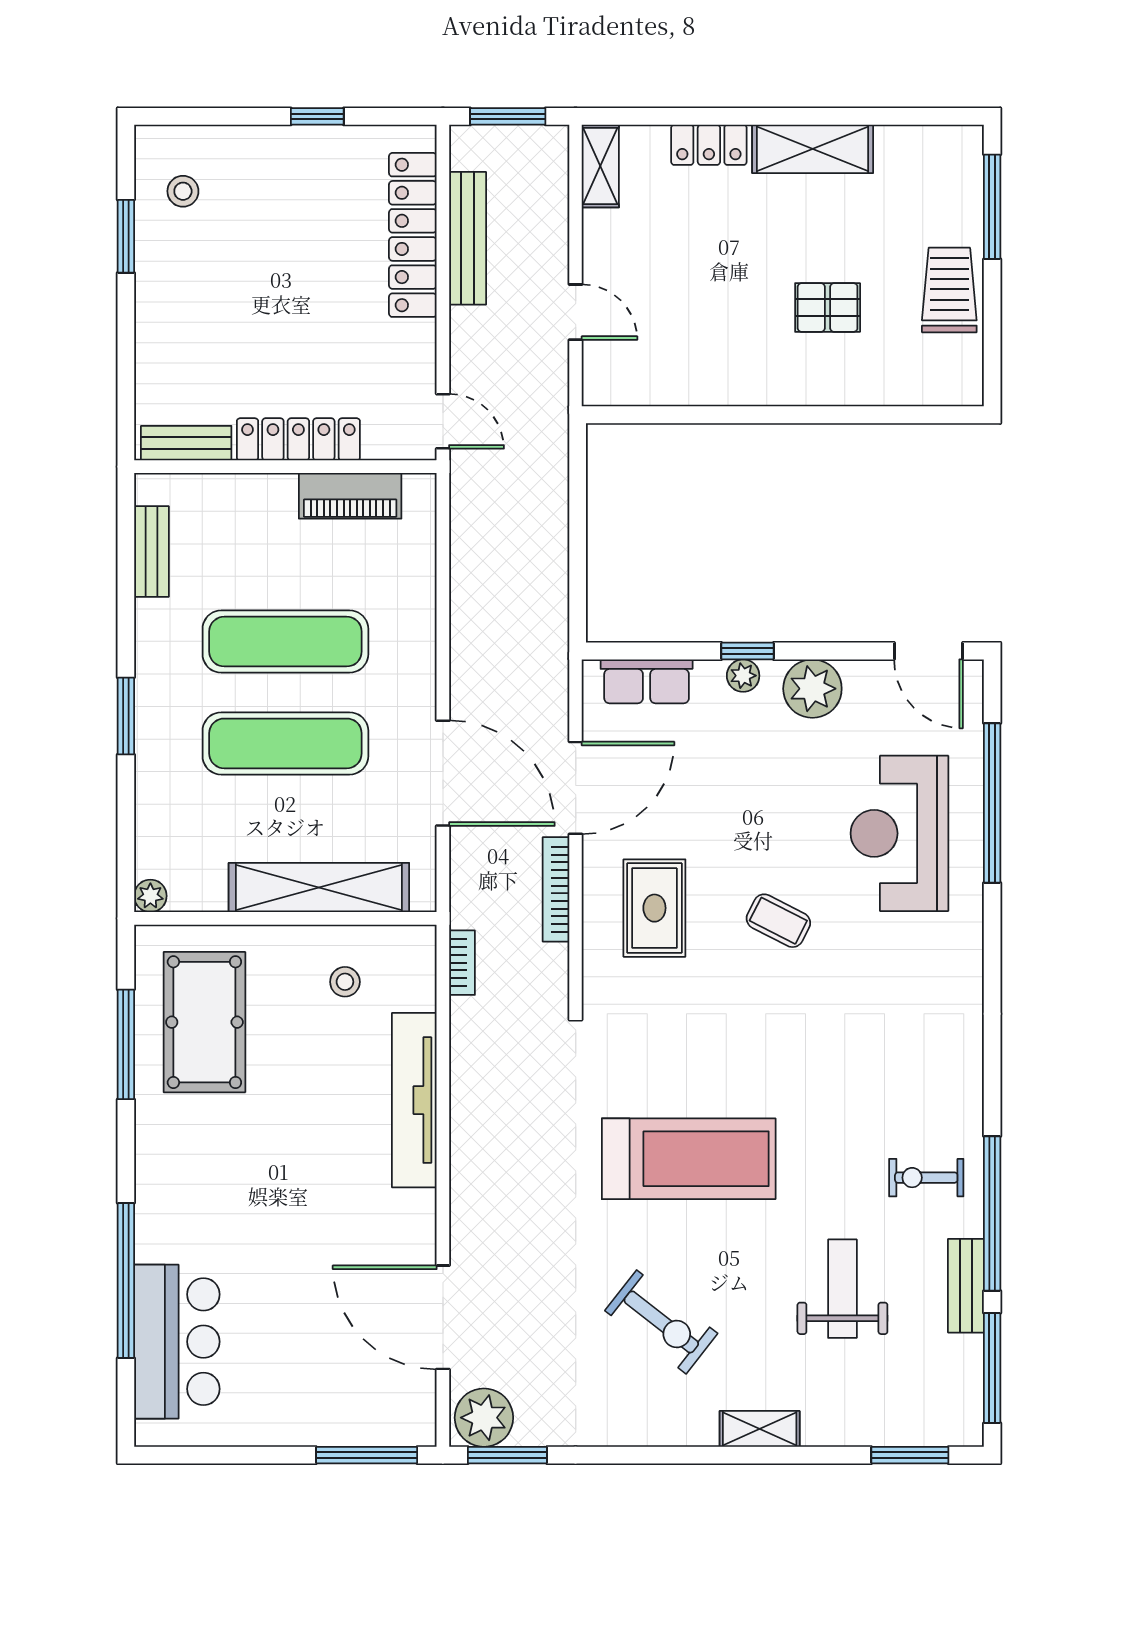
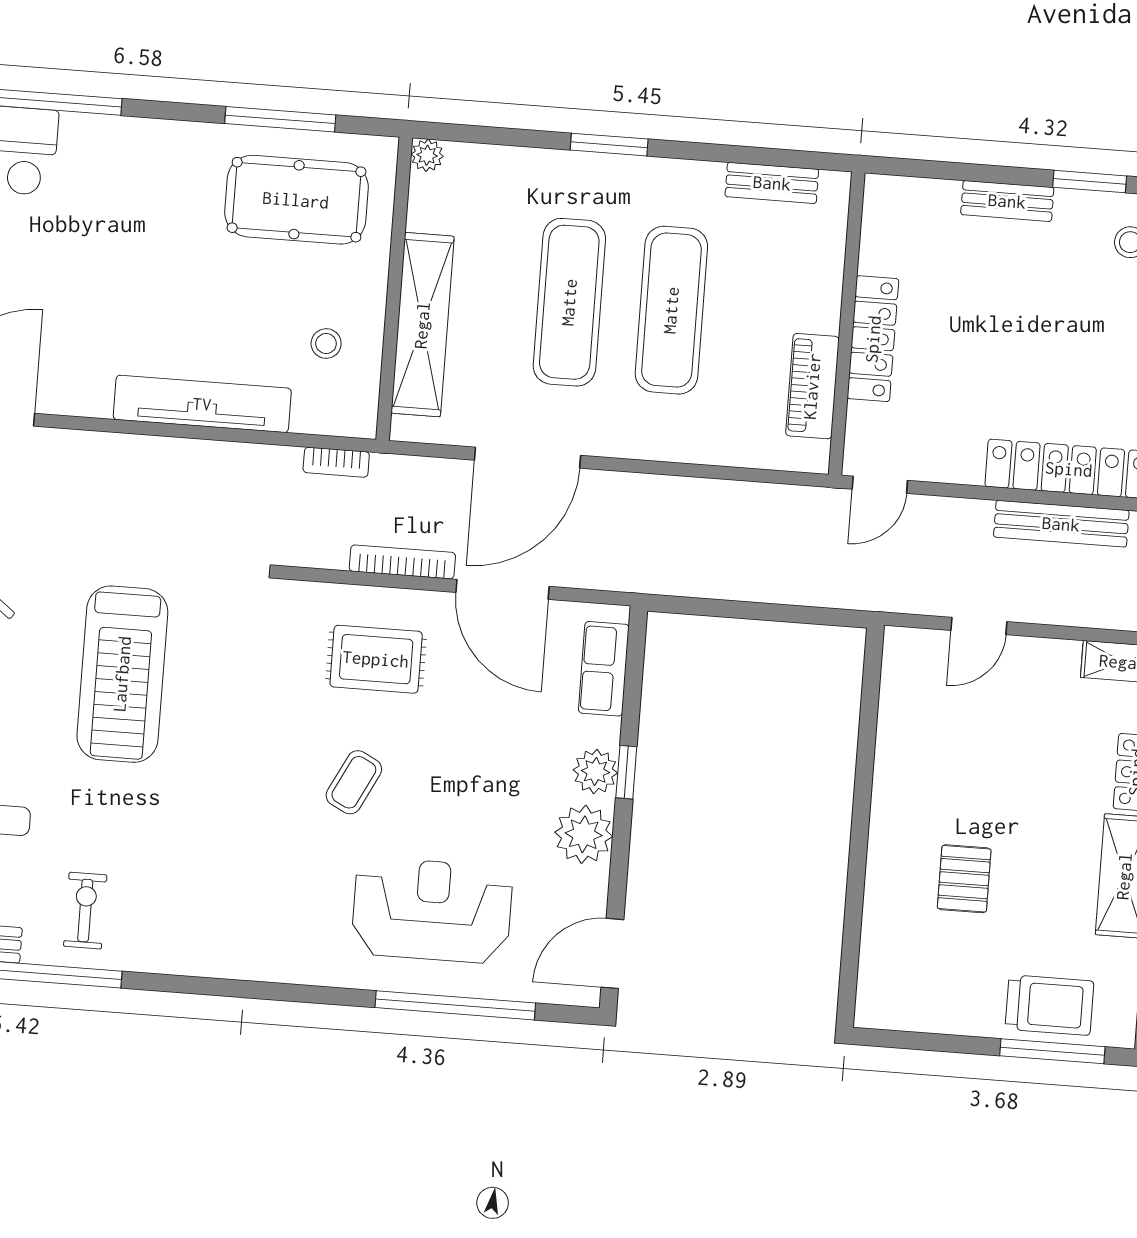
trolley: (949, 290) -> (1049, 1005), moved
bench: (186, 443) -> (1007, 201), moved, turned 90
plant: (743, 676) -> (595, 771), width x1.38, depth x1.38

